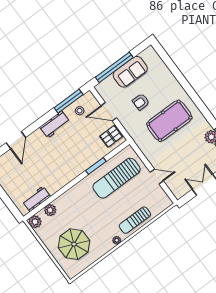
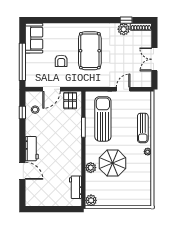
sofa: (130, 72) -> (34, 38), moved
window: (69, 101) -> (22, 112), width x0.46
workbench: (55, 124) -> (32, 149), moved
sun lounger: (116, 178) -> (103, 119), turned 180
plant: (50, 210) -> (91, 168), moved
parasol: (74, 244) -> (113, 163), moved

